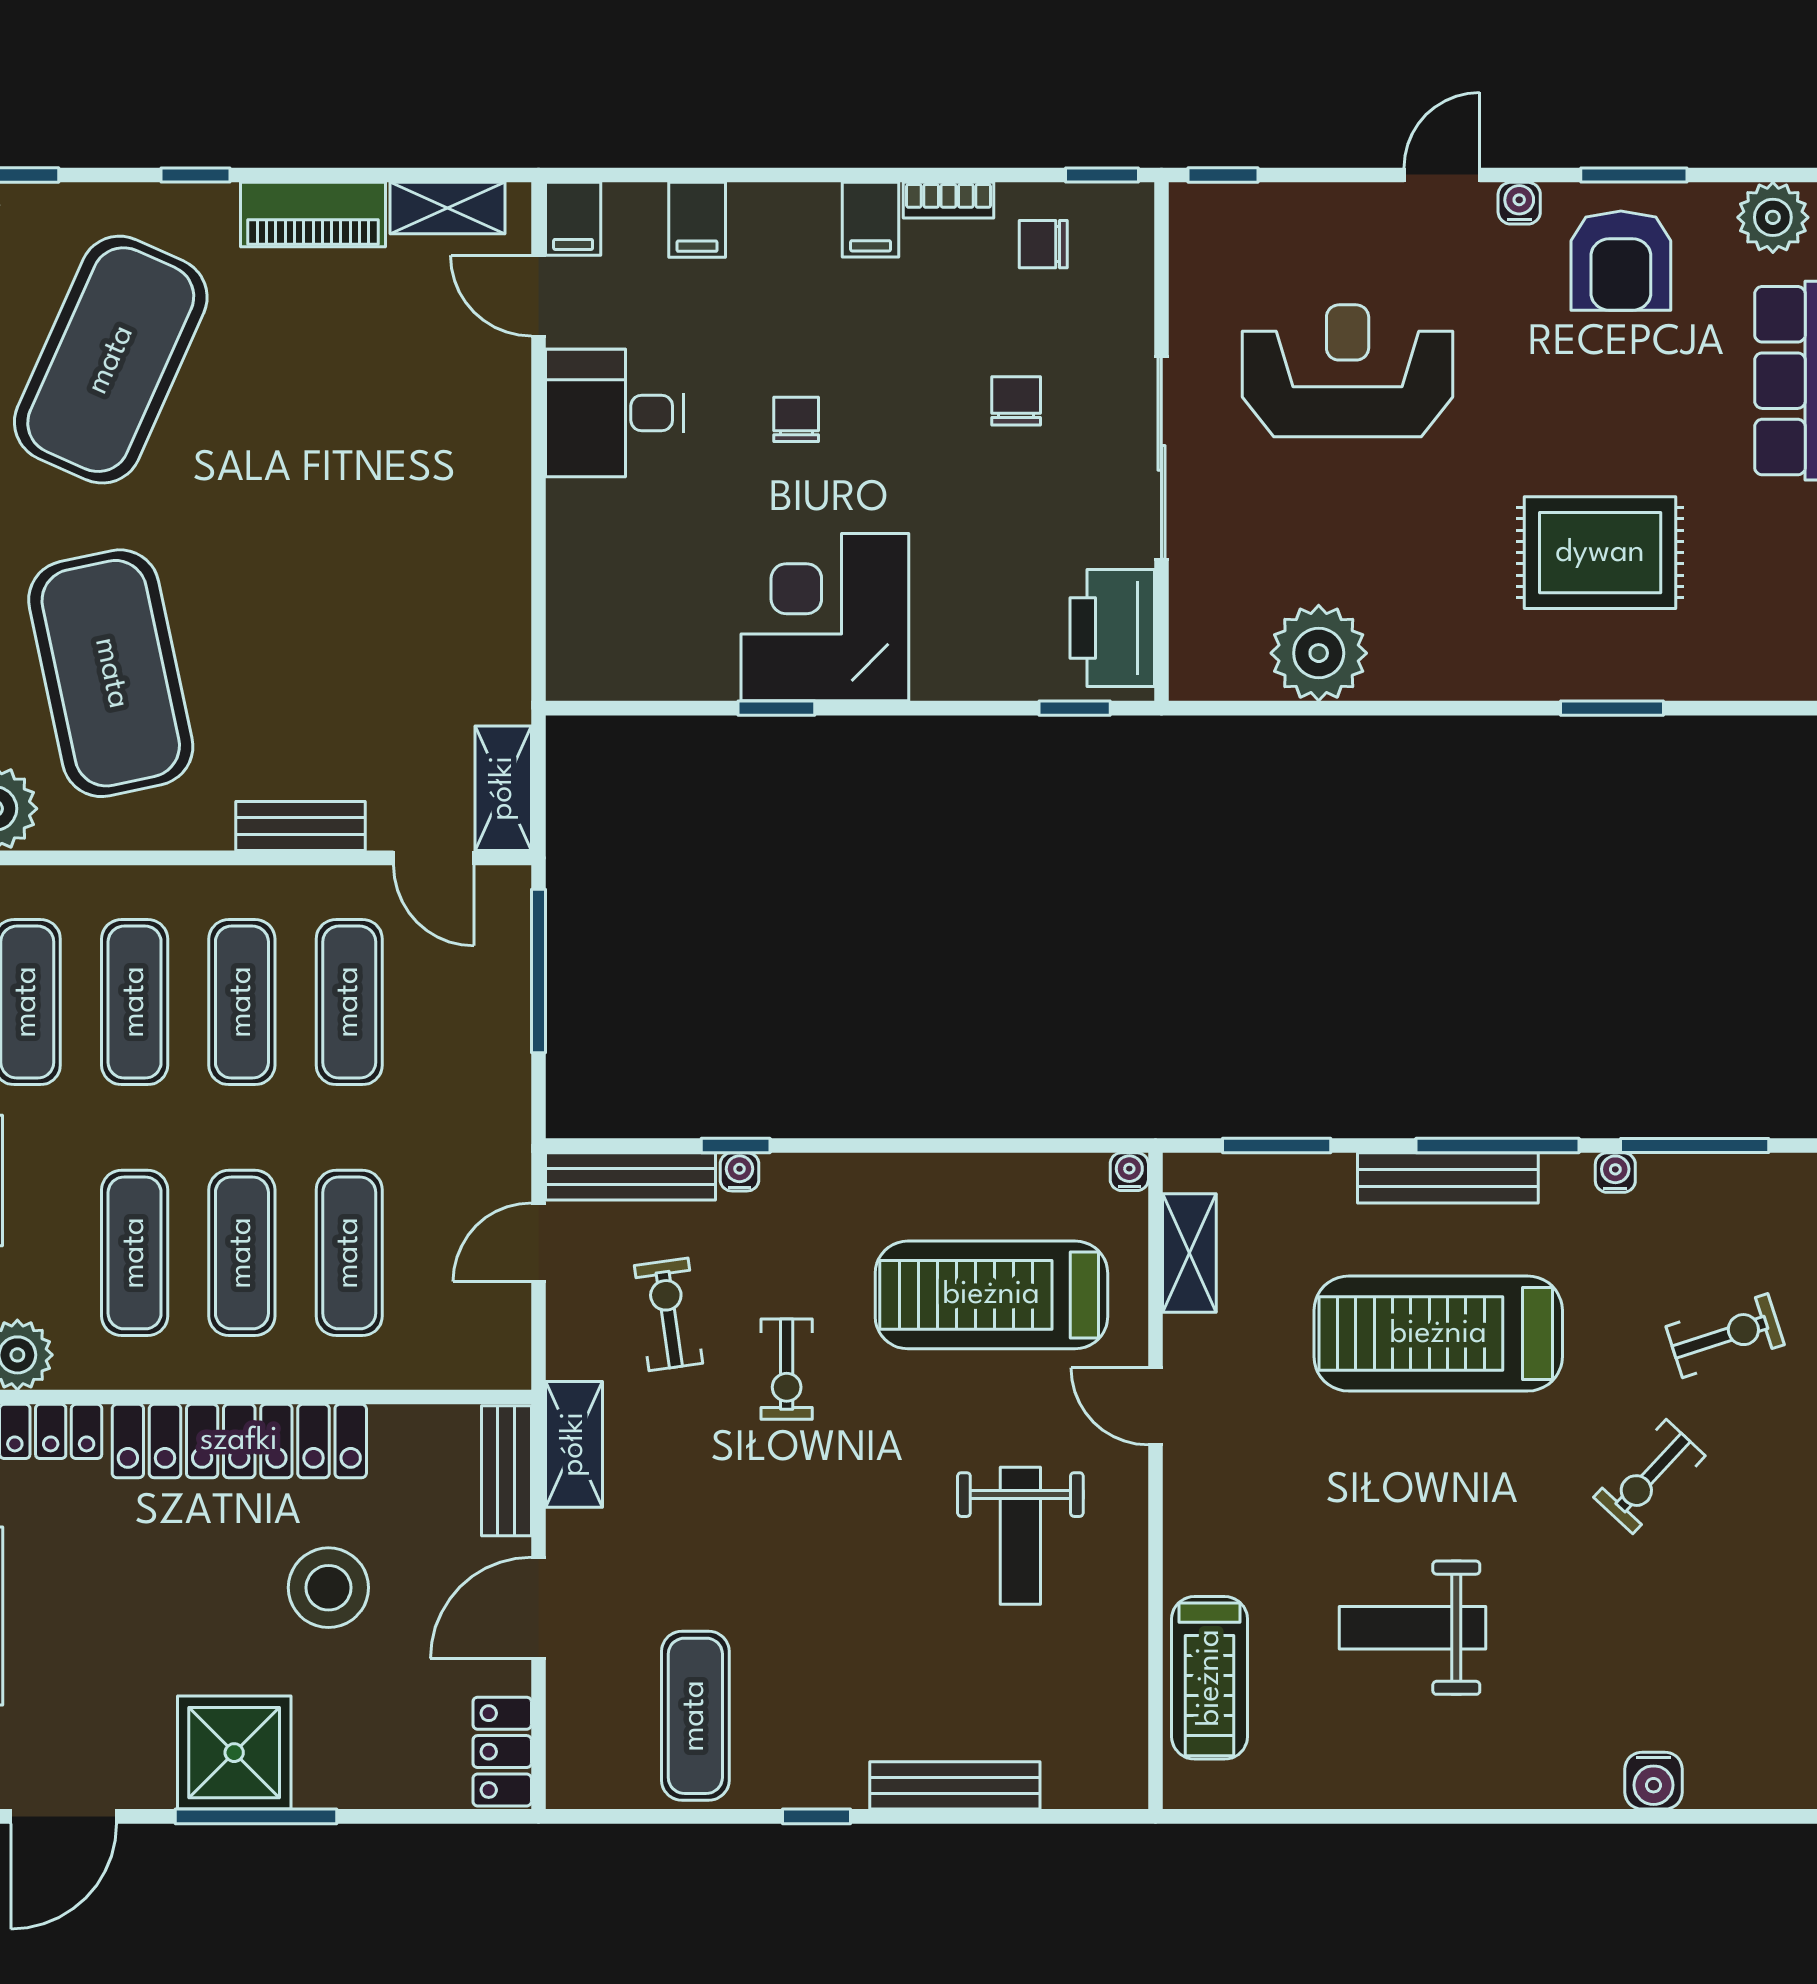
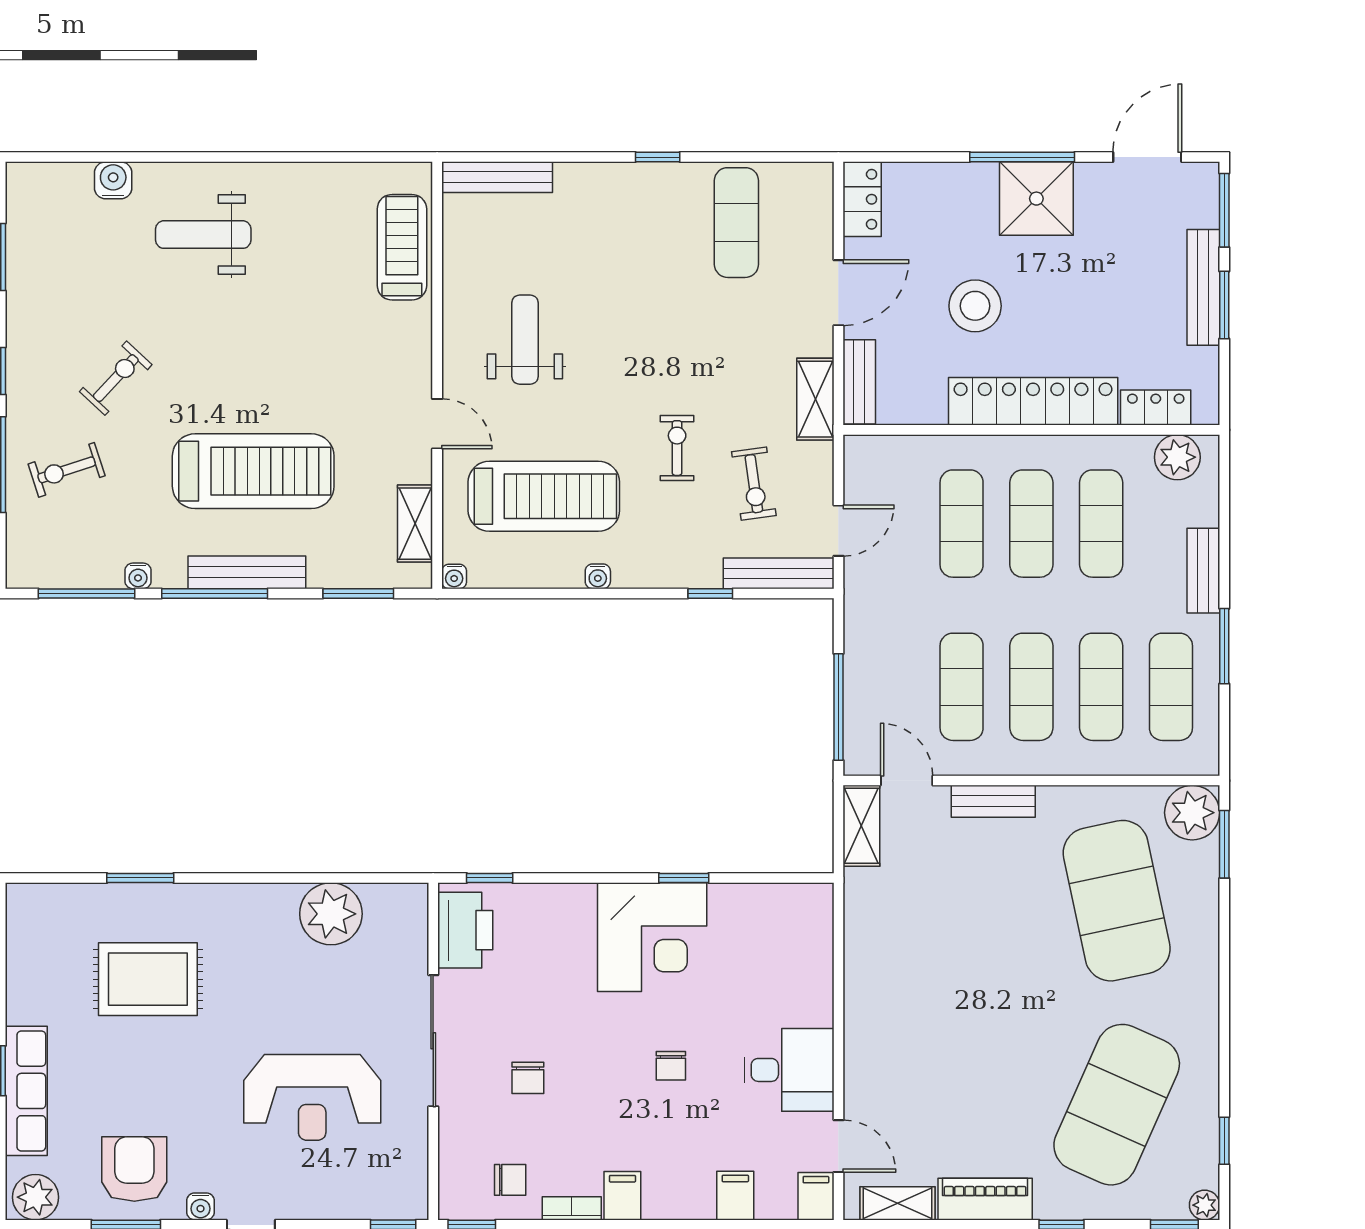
water cooler: (739, 1172) -> (598, 576), moved
weight bench: (1412, 1628) -> (203, 235), moved, turned 180
bench: (955, 1785) -> (497, 177), moved

